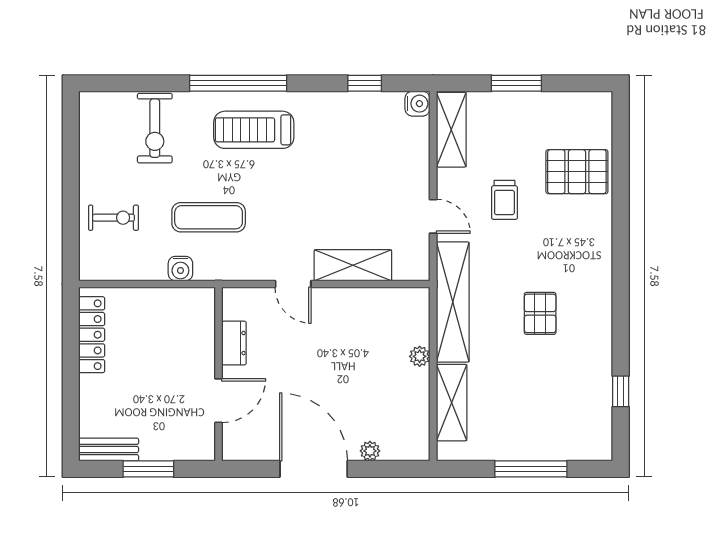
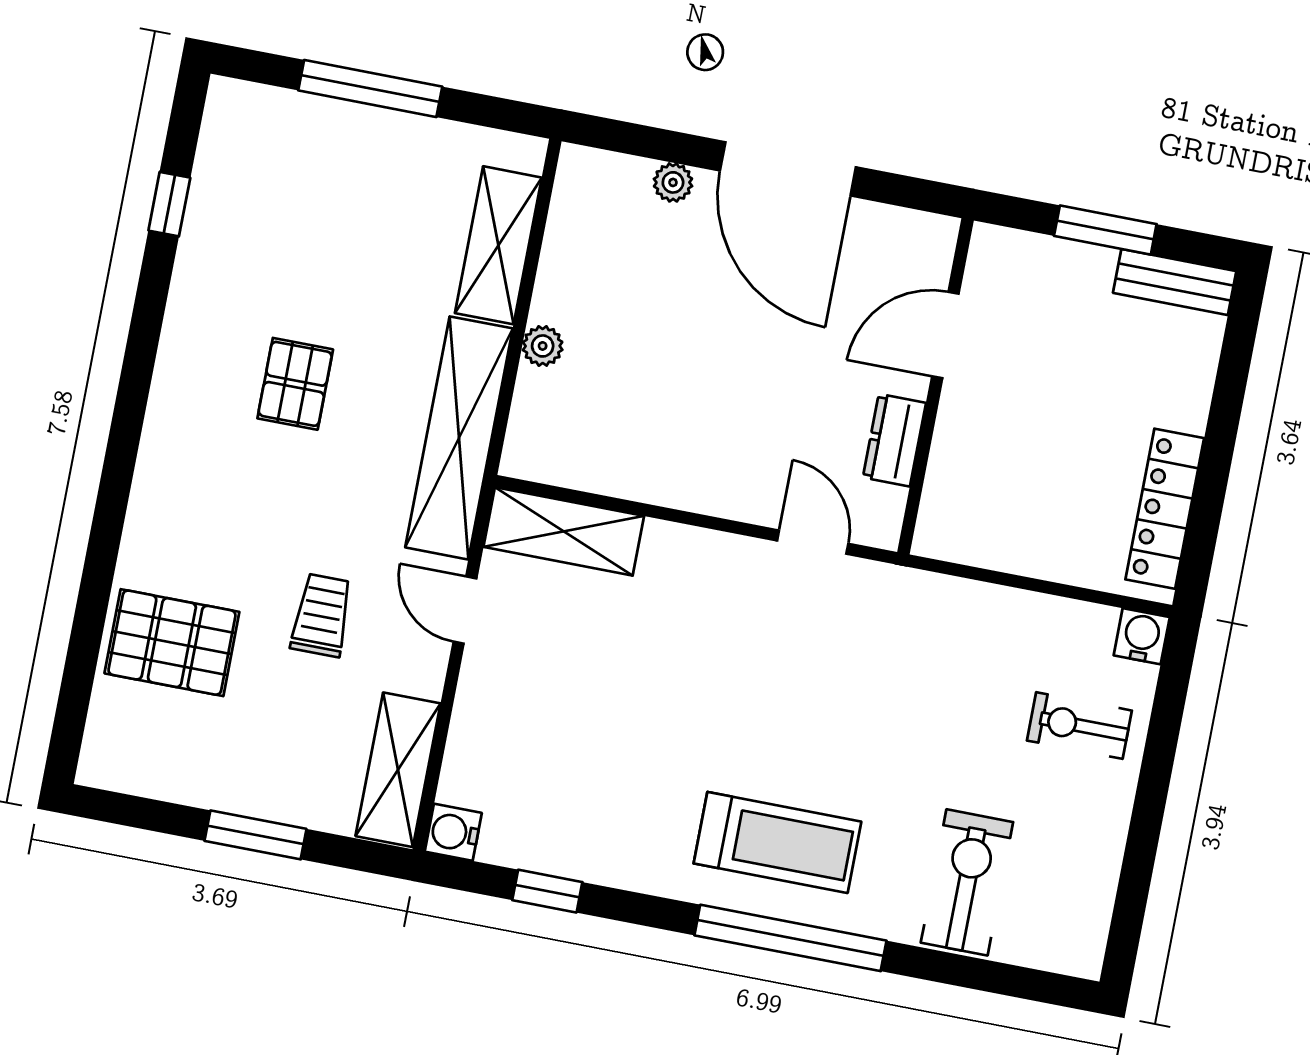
exercise mat: (209, 217) -> (897, 691), removed
shelving: (353, 265) -> (564, 531), moved
water cooler: (180, 269) -> (1142, 636), moved
door: (293, 284) -> (813, 542), moved

